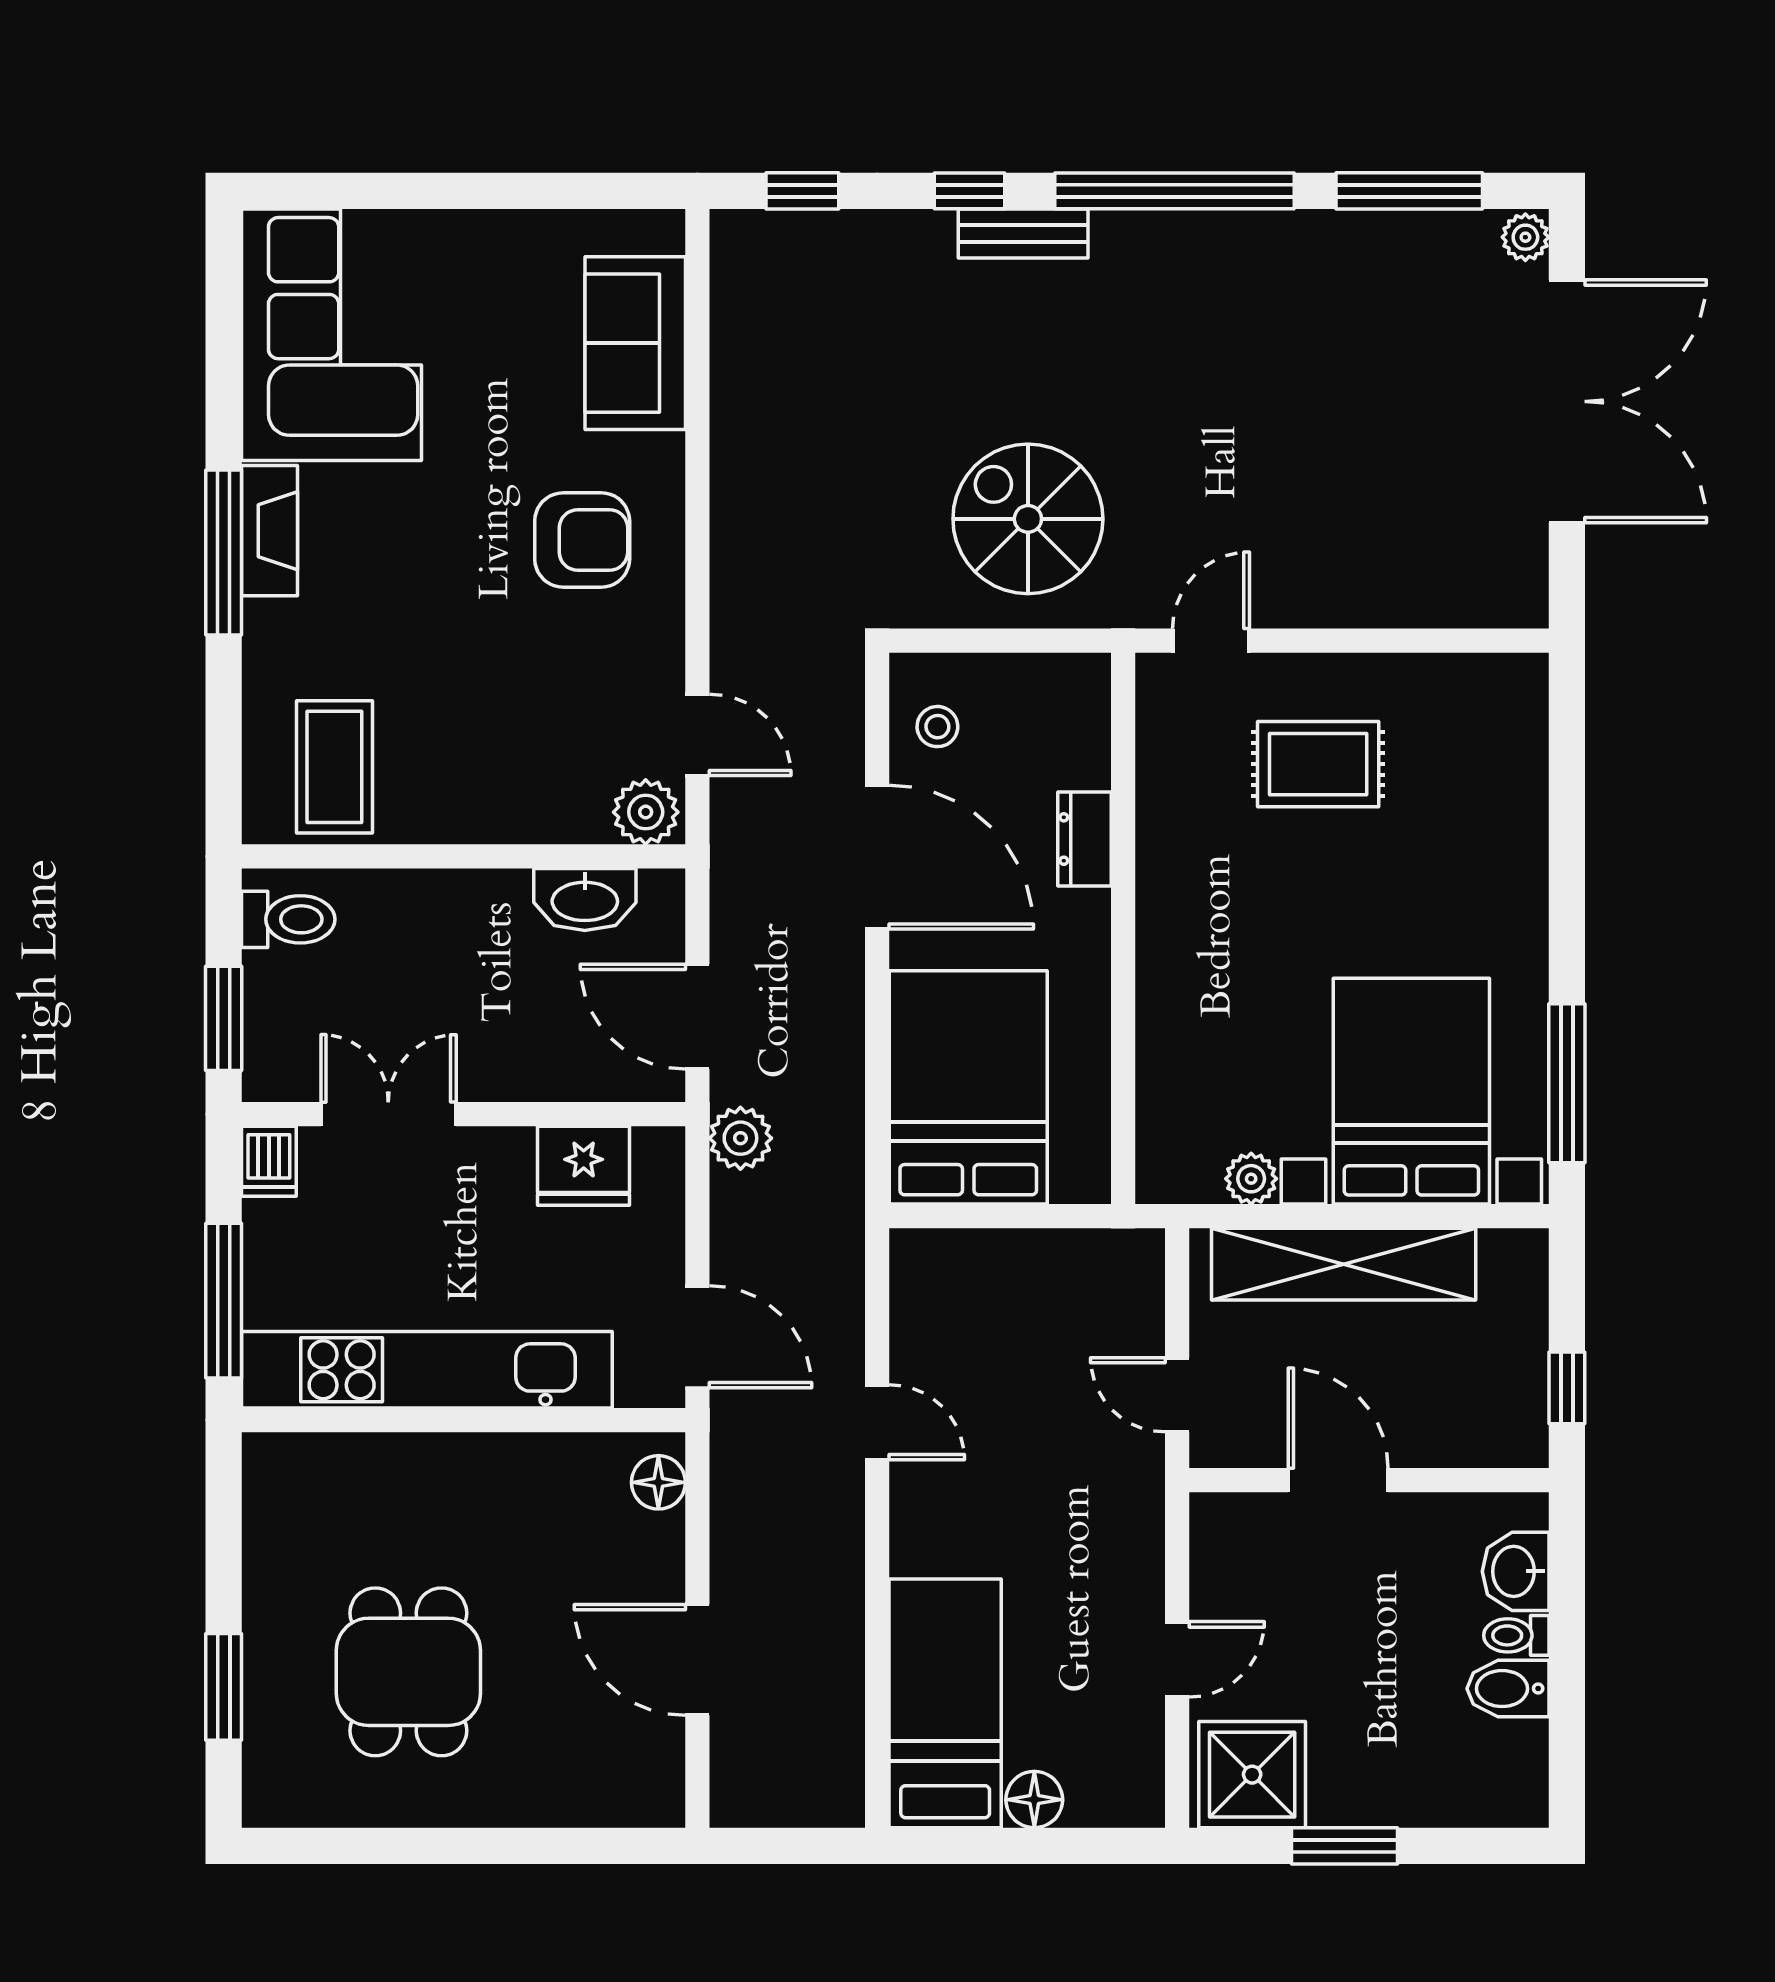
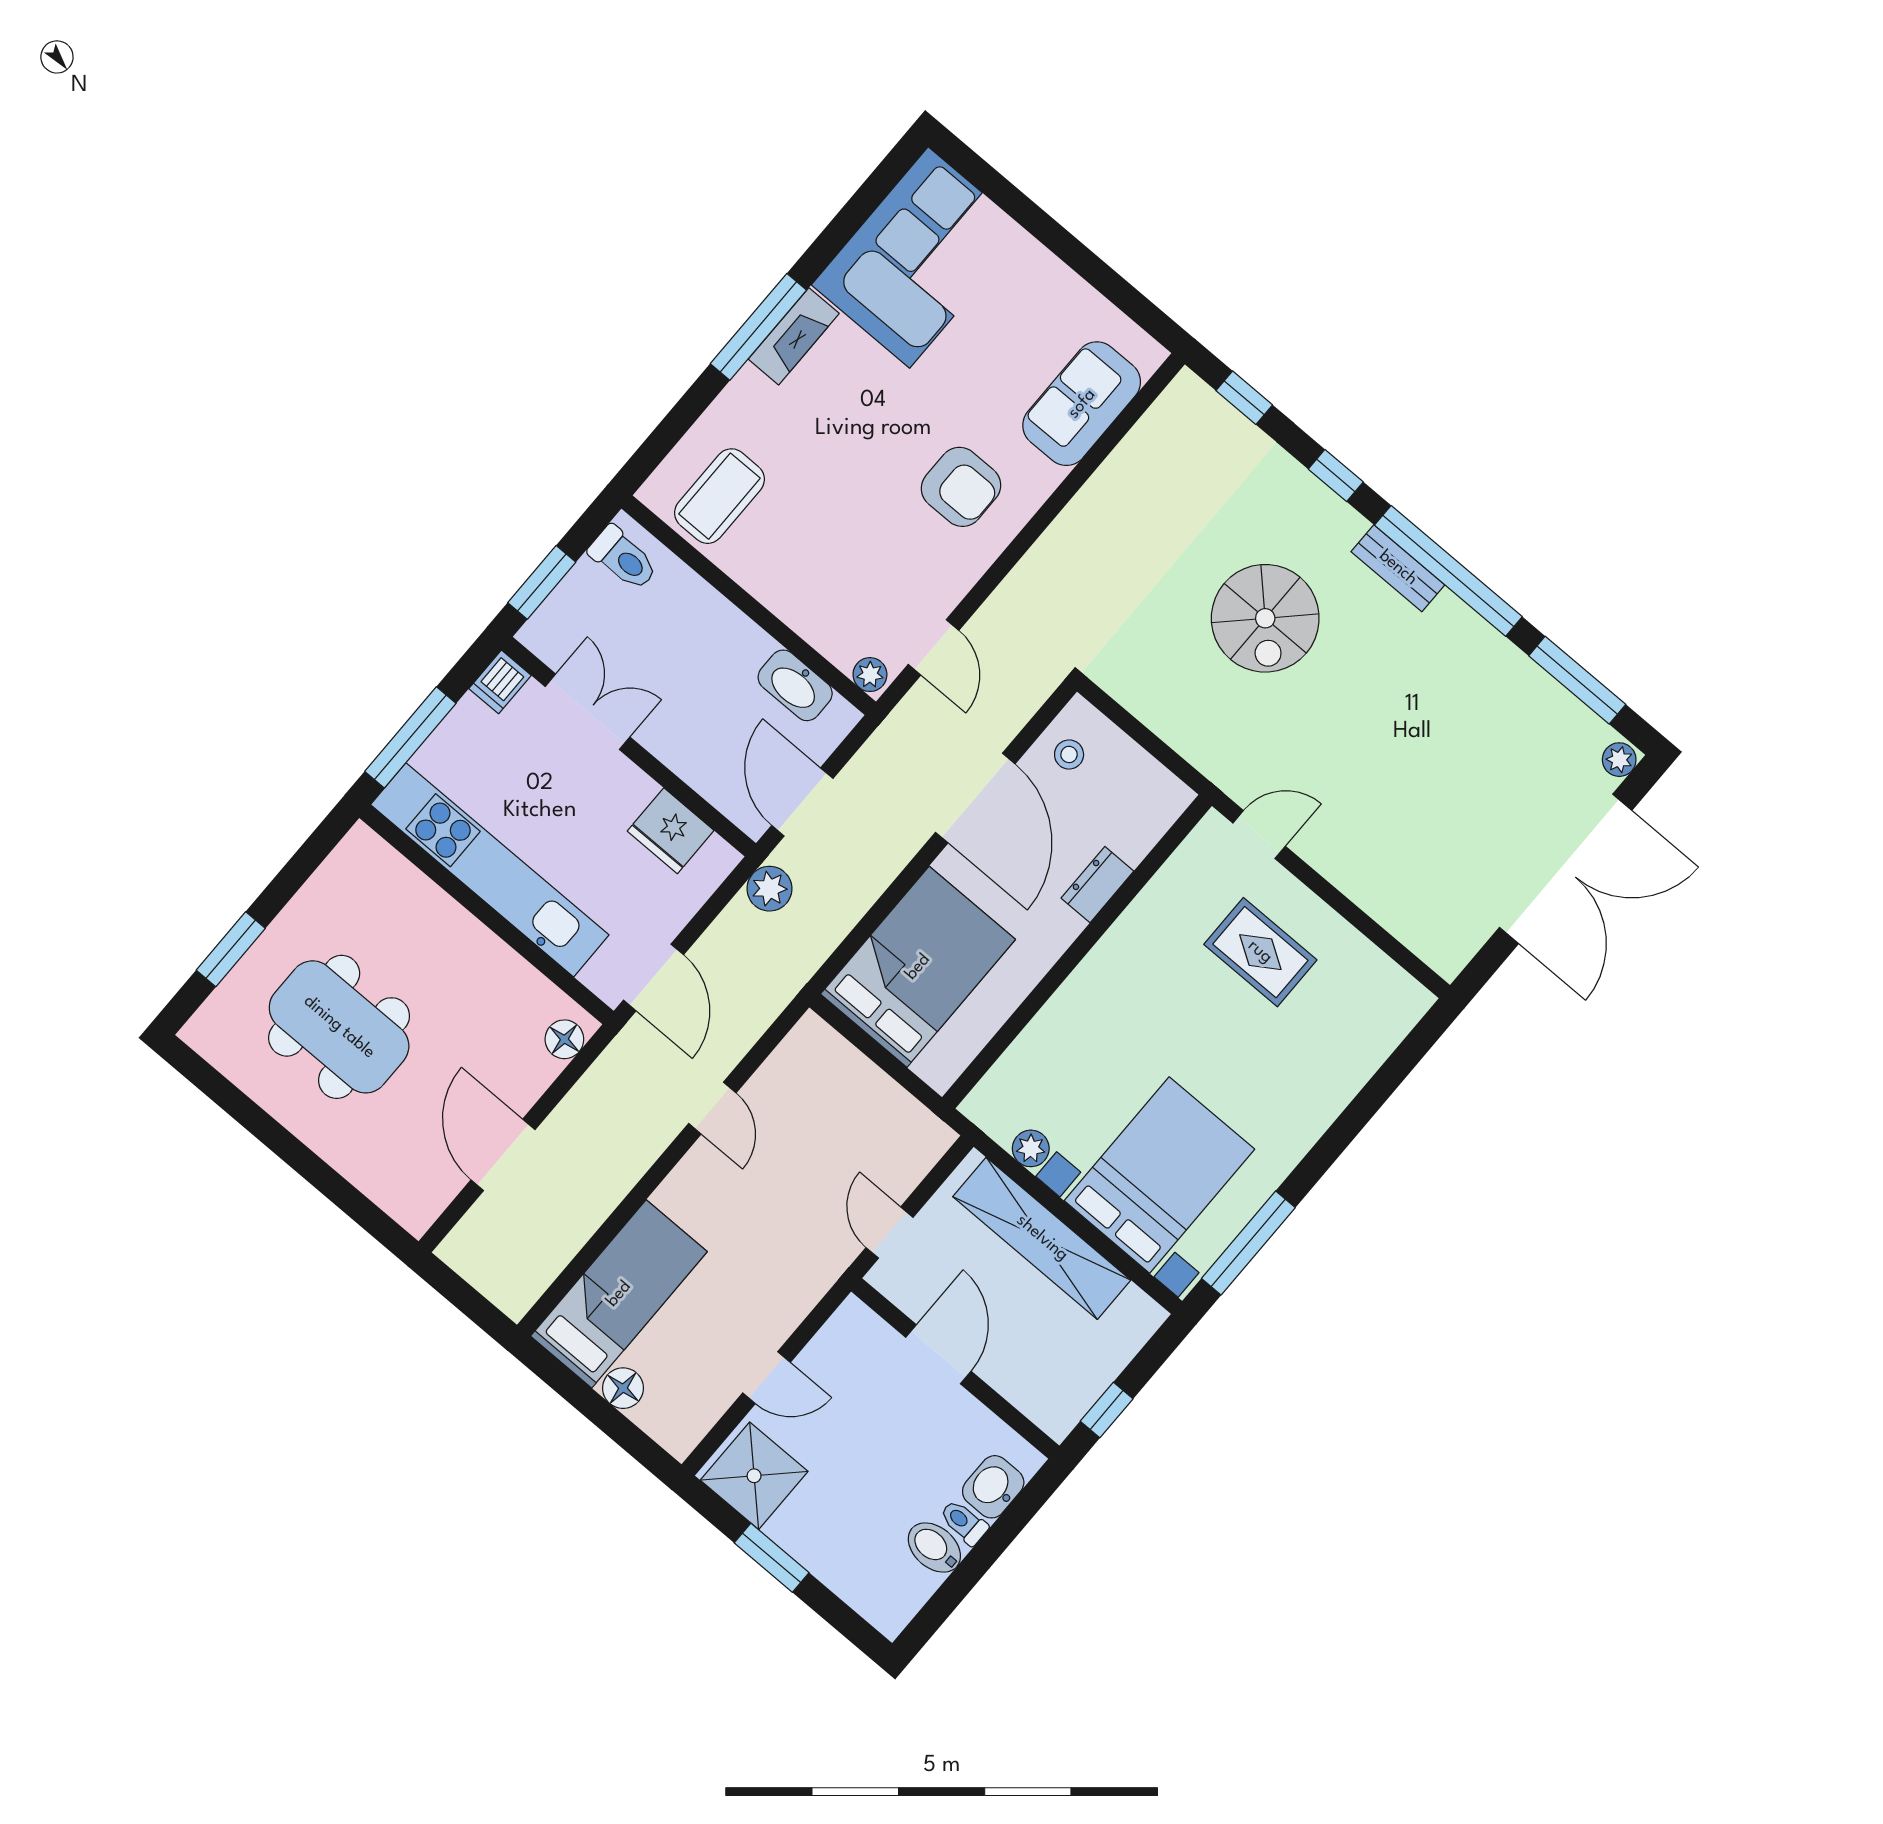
bench: (1023, 233) -> (1398, 568), moved
spiral stairs: (1028, 519) -> (1265, 618), moved, turned 180
plant: (646, 812) -> (870, 675), width x0.73, depth x0.73
dining table: (408, 1672) -> (339, 1027), width x1.38

